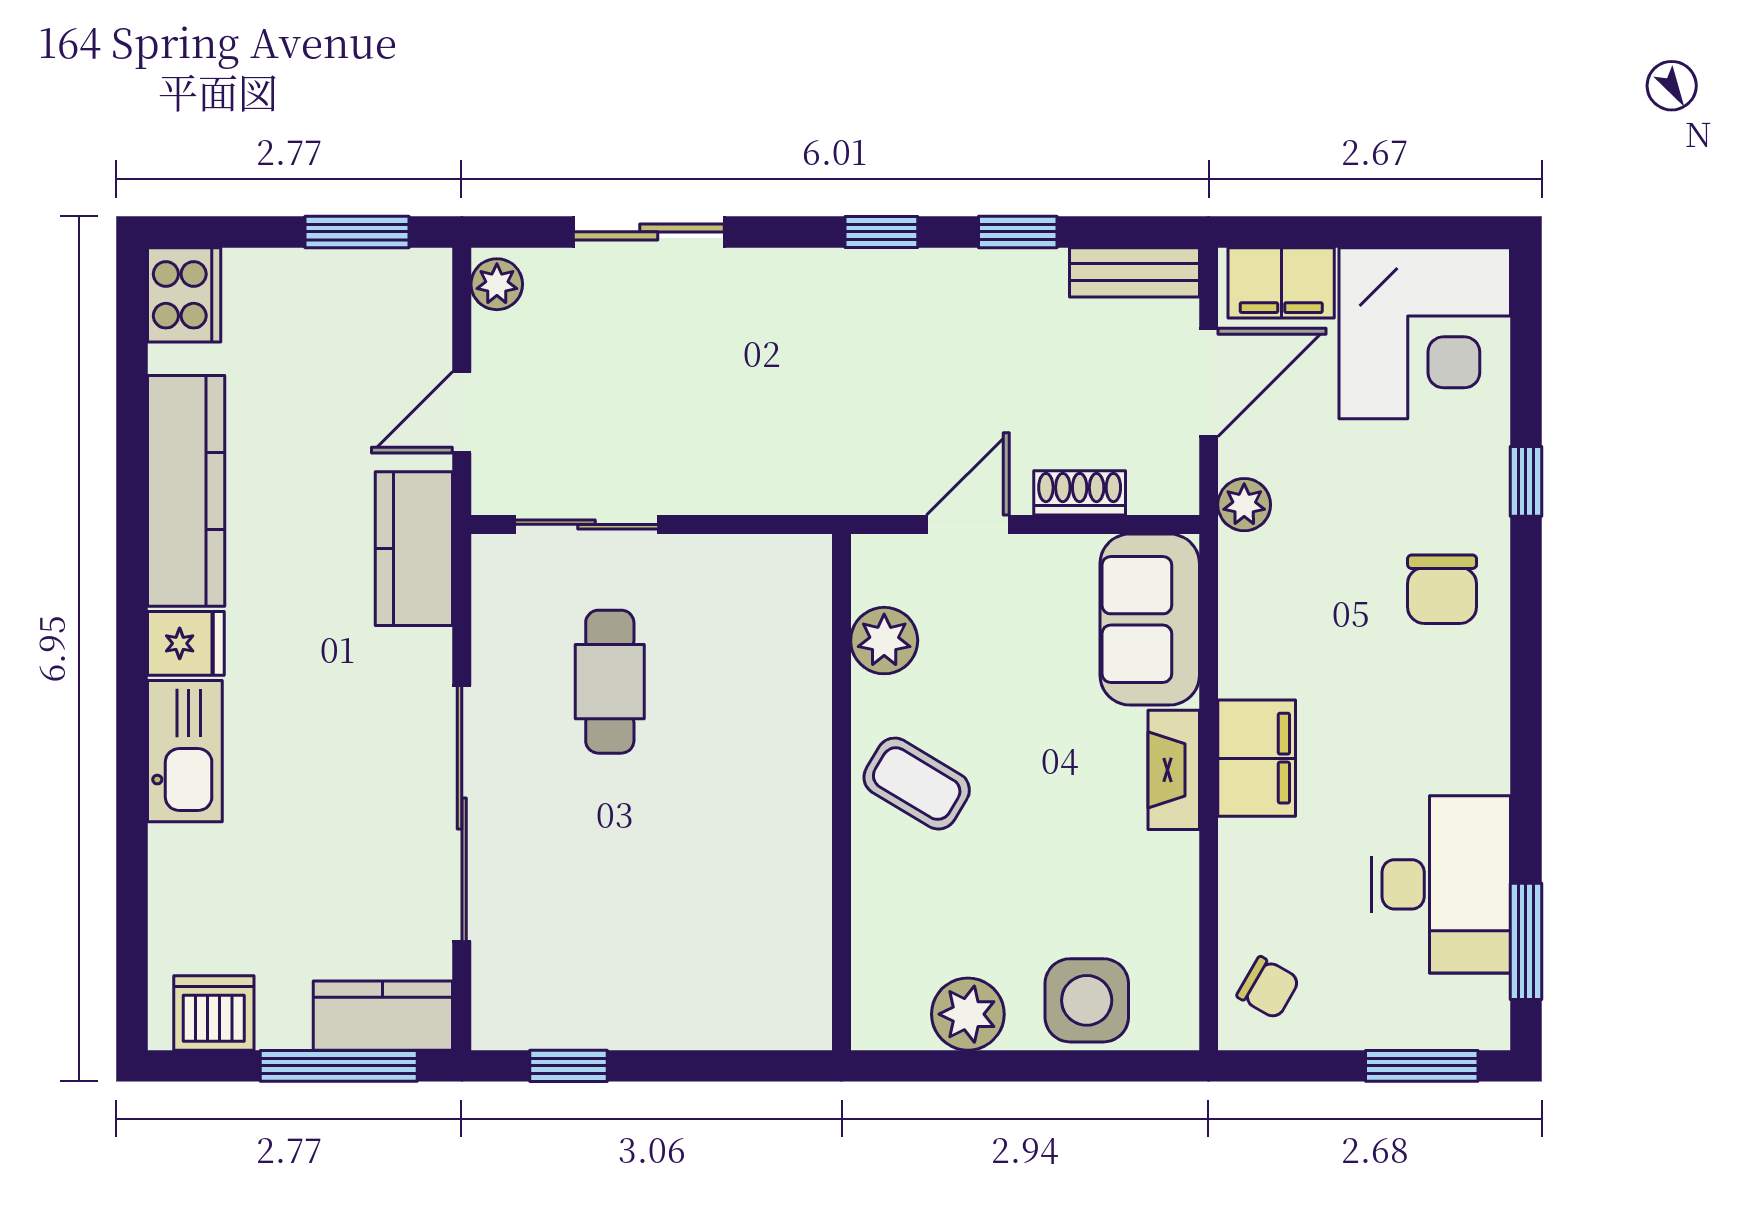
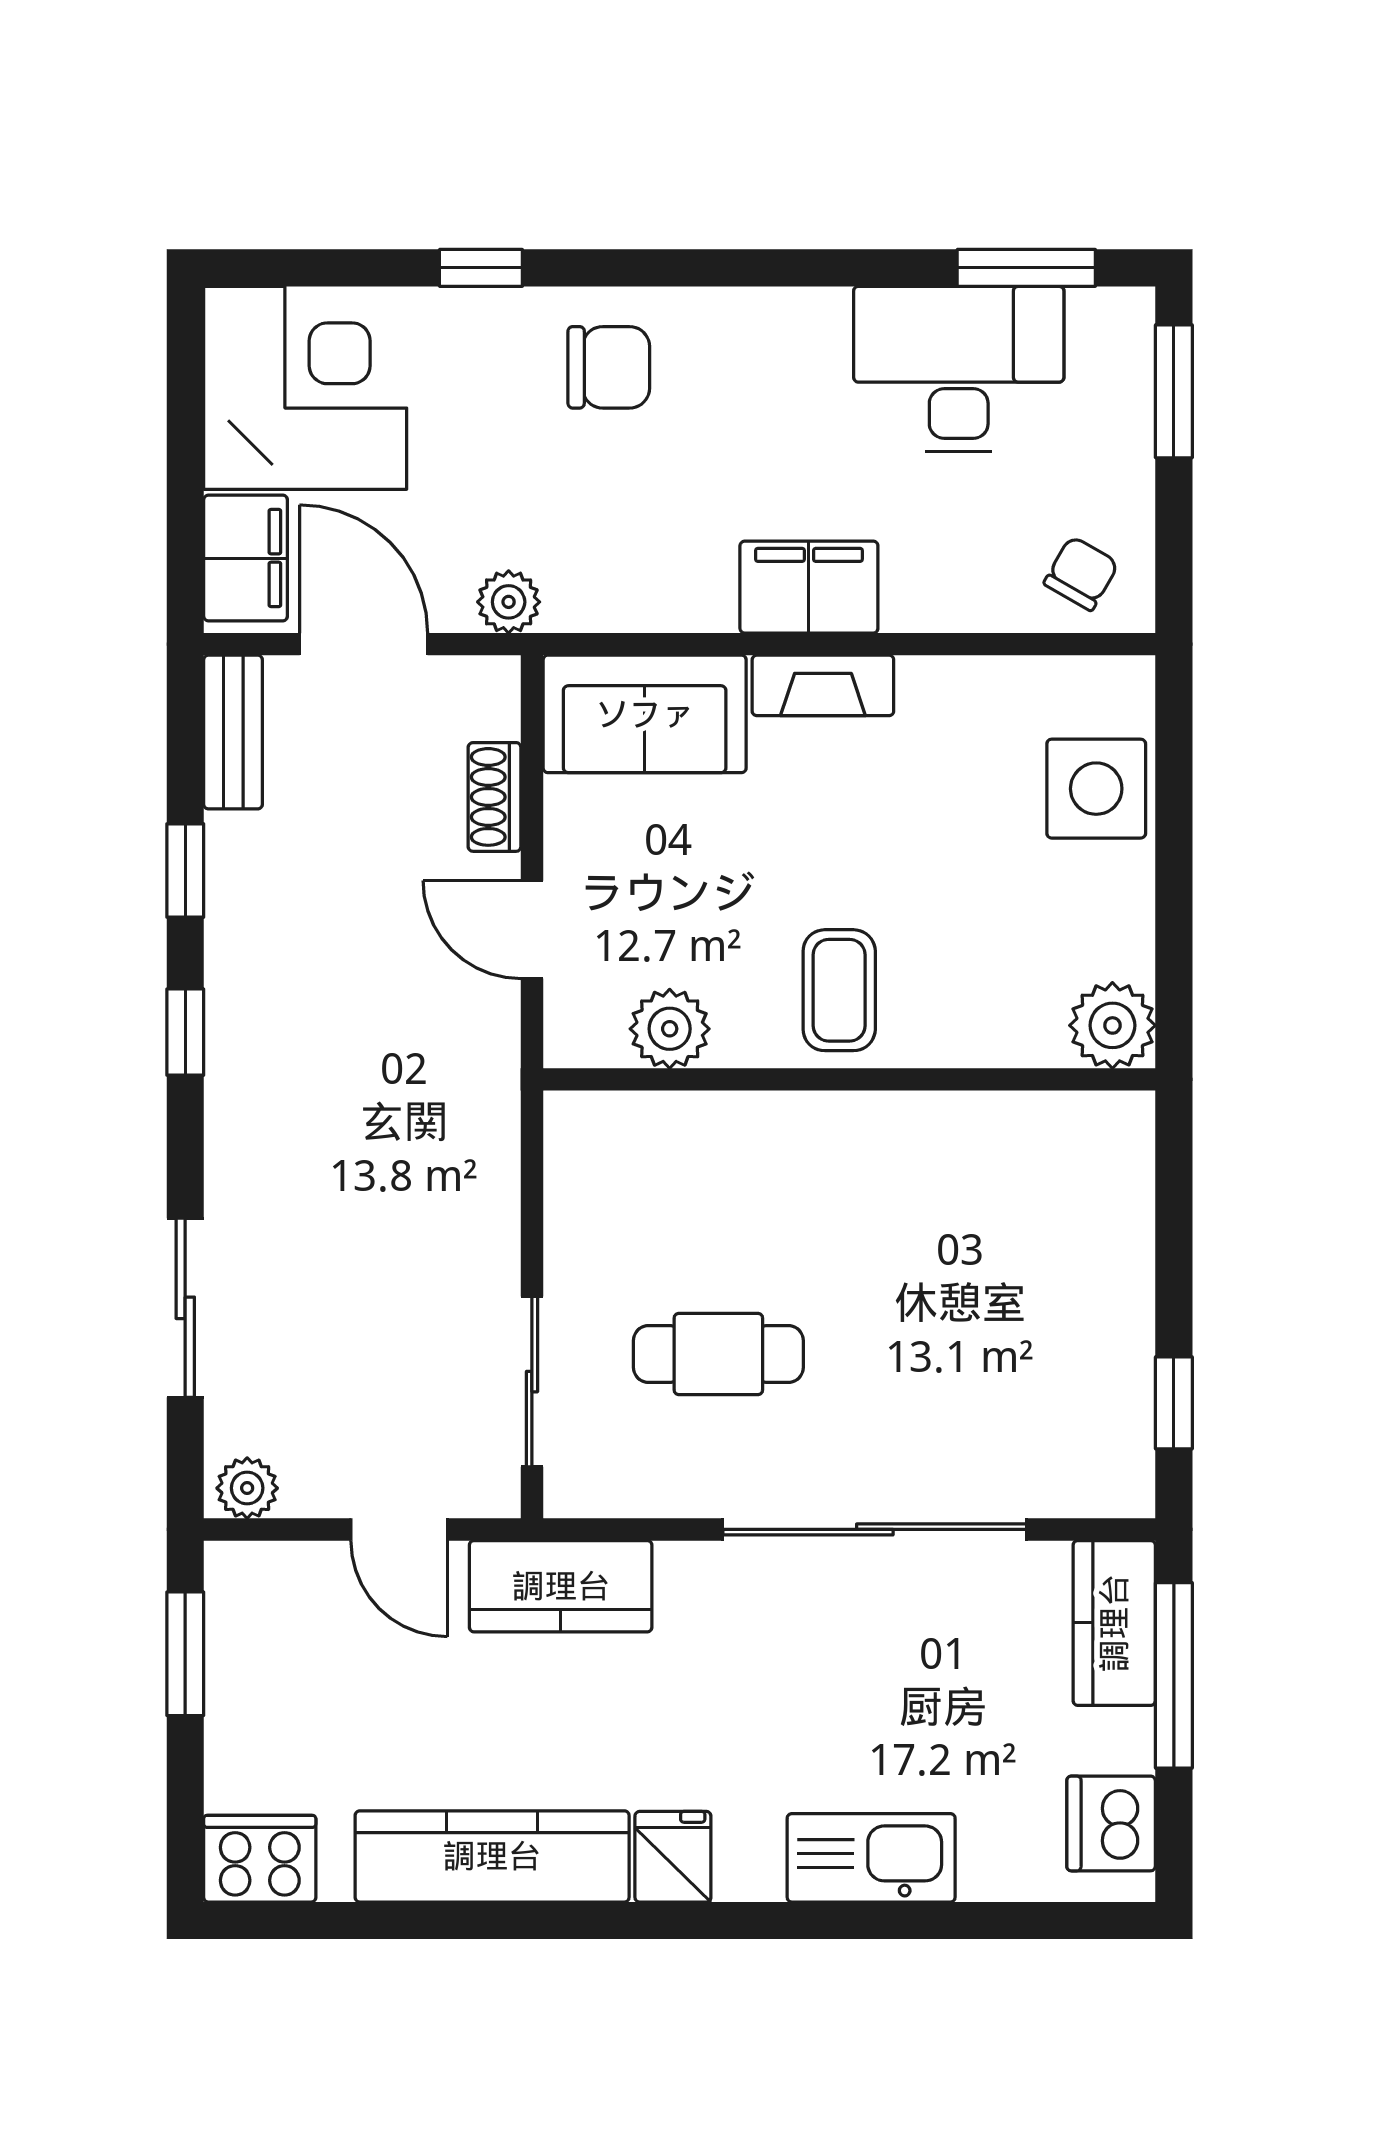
kitchen sink: (185, 751) -> (871, 1858), moved
coffee table: (917, 784) -> (839, 990), turned -31
plant: (968, 1014) -> (1112, 1025), moved

